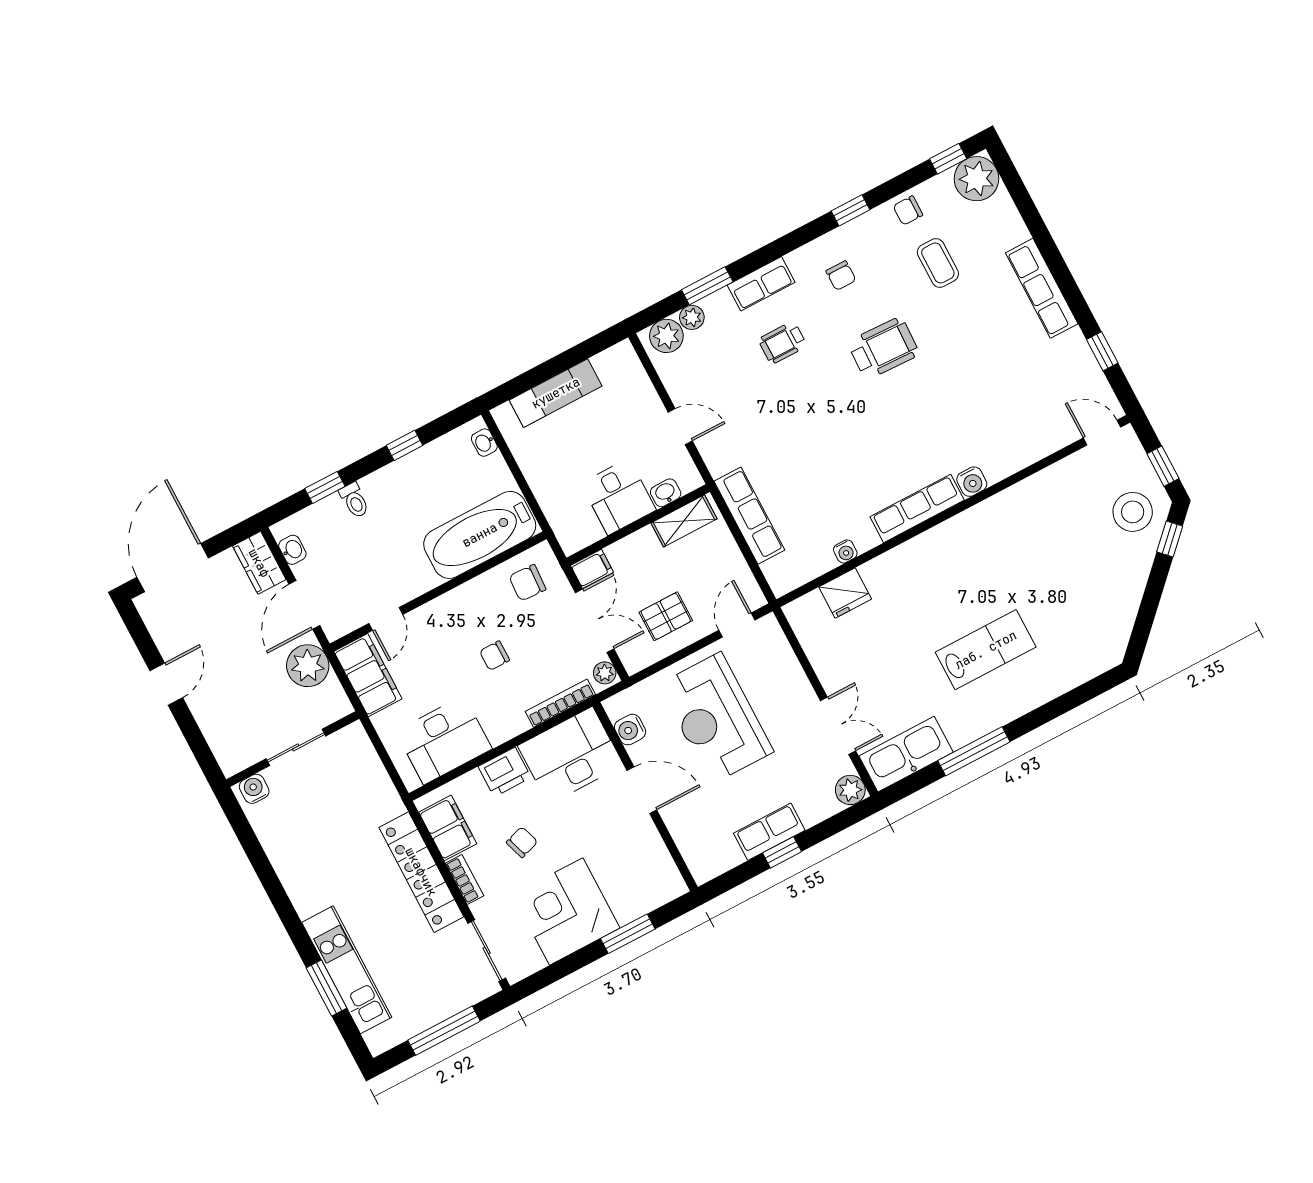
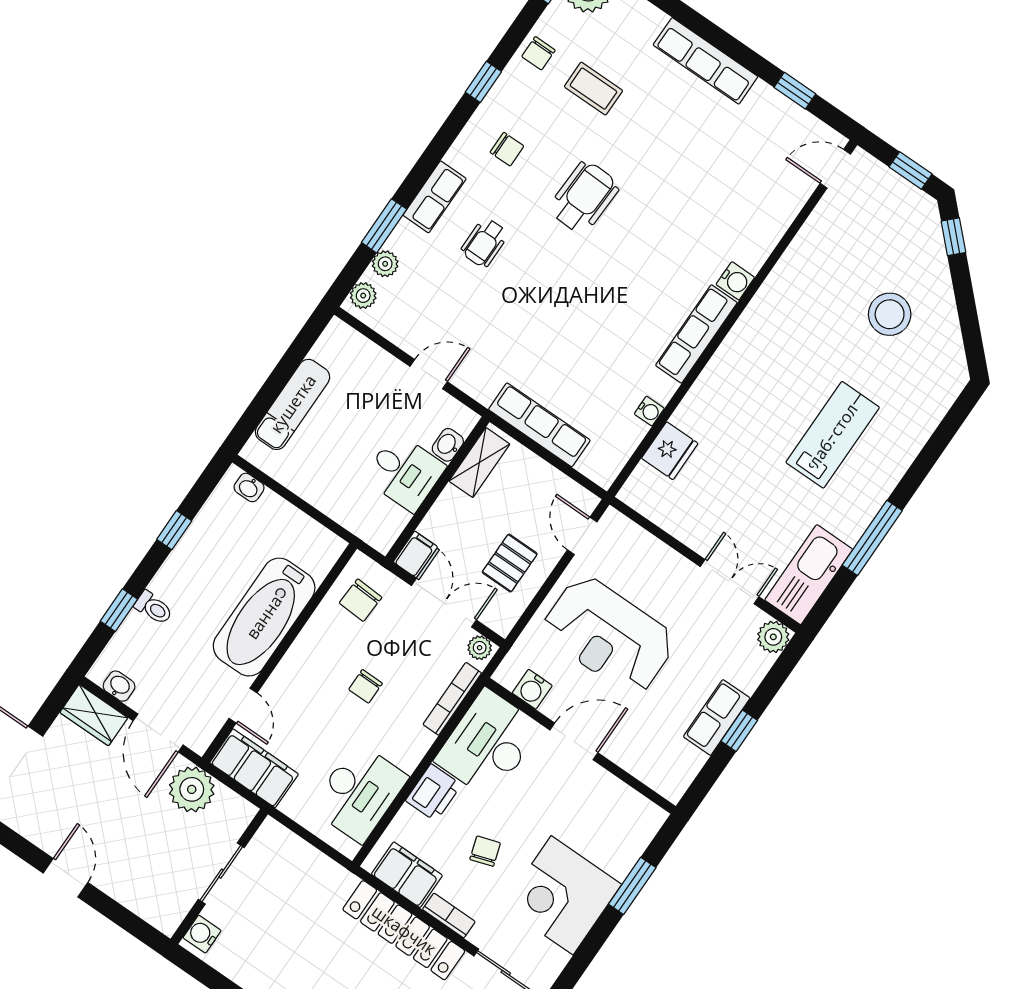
plant: (666, 336) -> (363, 296), width x0.73, depth x0.73
stool: (1133, 512) -> (890, 314), moved
bathtub: (480, 535) -> (264, 617), moved

